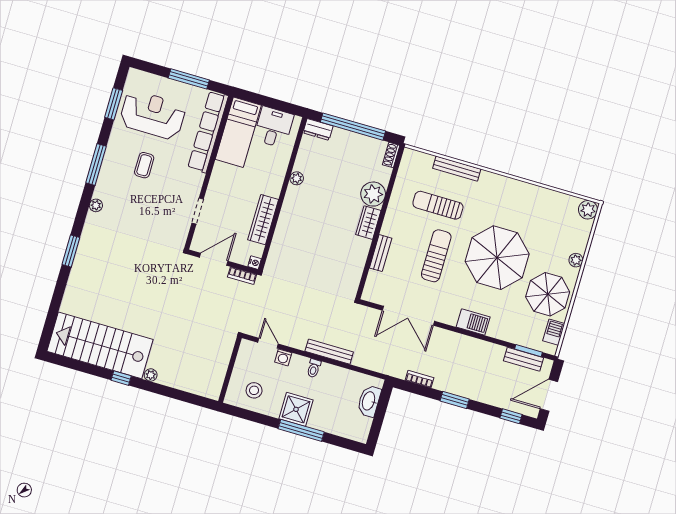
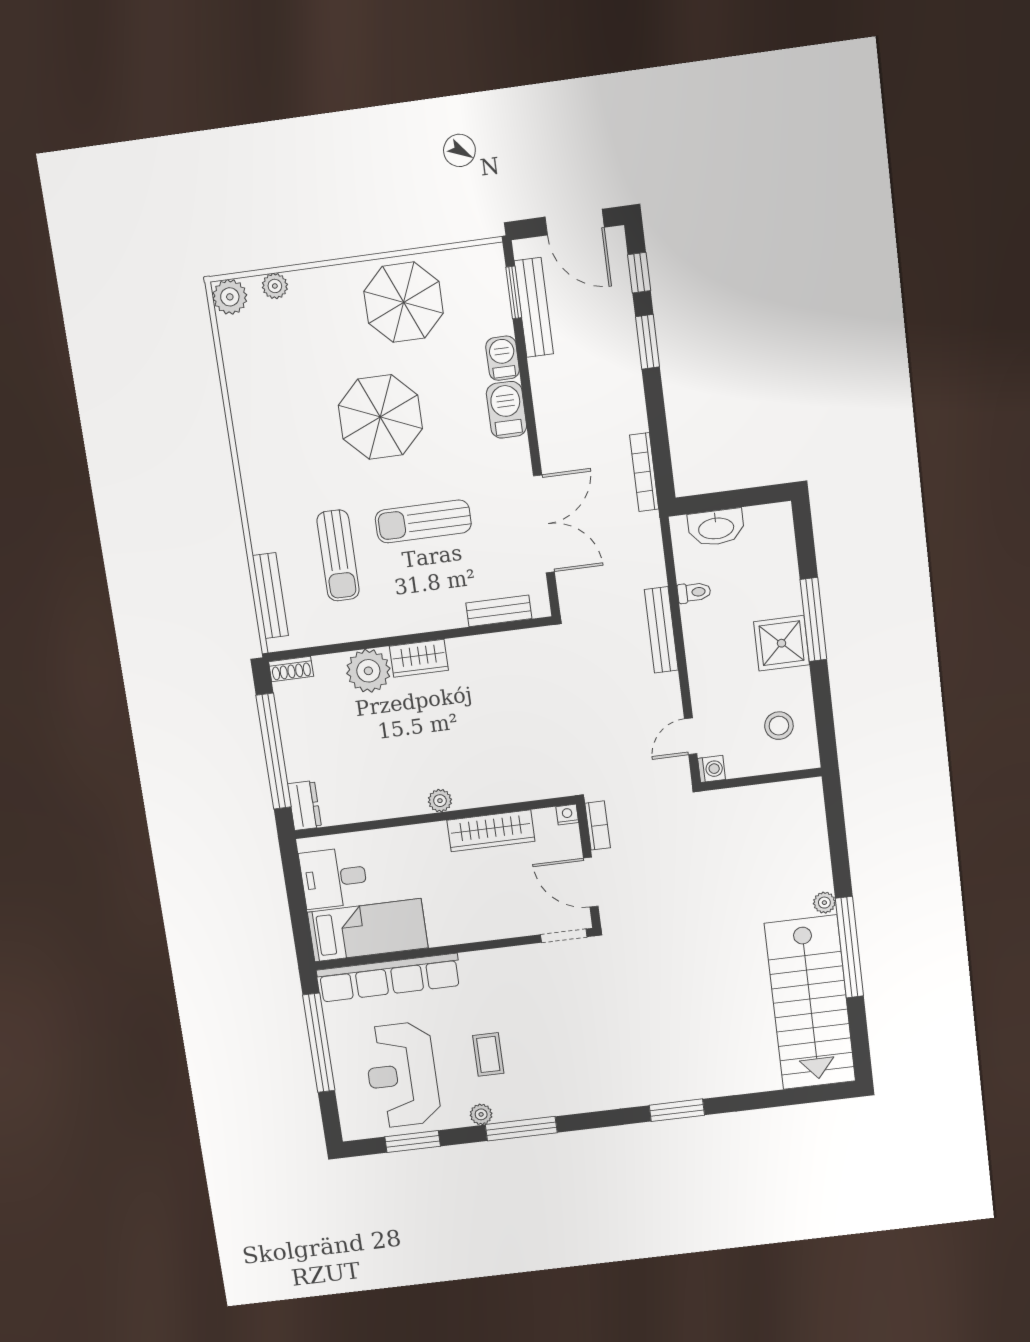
window: (189, 79) -> (319, 1043), width x1.46
coffee table: (144, 165) -> (488, 1054), turned 90
bench: (457, 169) -> (270, 596), moved
plant: (297, 178) -> (440, 801), moved
plant: (96, 205) -> (481, 1114), moved
doorway: (198, 211) -> (564, 936), moved
bench: (381, 253) -> (499, 611), moved
parasol: (497, 258) -> (380, 417), width x0.73, depth x0.73
plant: (576, 260) -> (275, 286), moved
barbecue: (554, 332) -> (503, 358), moved, turned 90
washing machine: (283, 357) -> (712, 769), moved
bench: (523, 359) -> (534, 307), width x1.36
toilet: (314, 368) -> (694, 592), moved
window: (121, 378) -> (849, 947), width x3.17
bookcase: (420, 379) -> (644, 472), width x1.56
window: (455, 400) -> (647, 342), moved

